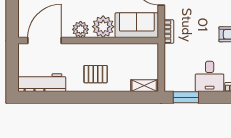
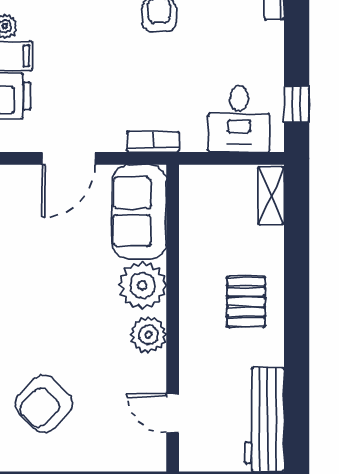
door: (45, 40) -> (173, 413), width x0.53
desk: (210, 76) -> (239, 119), moved, turned 90
window: (186, 97) -> (297, 105), width x0.67

